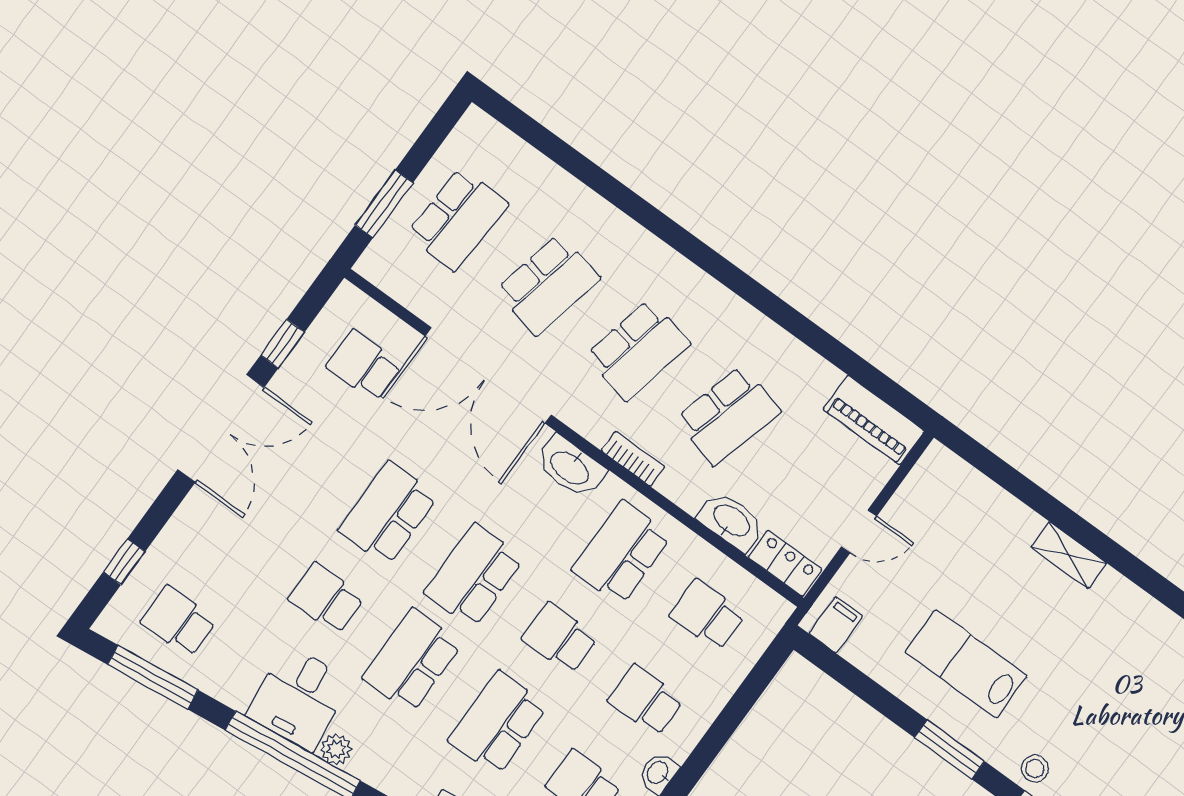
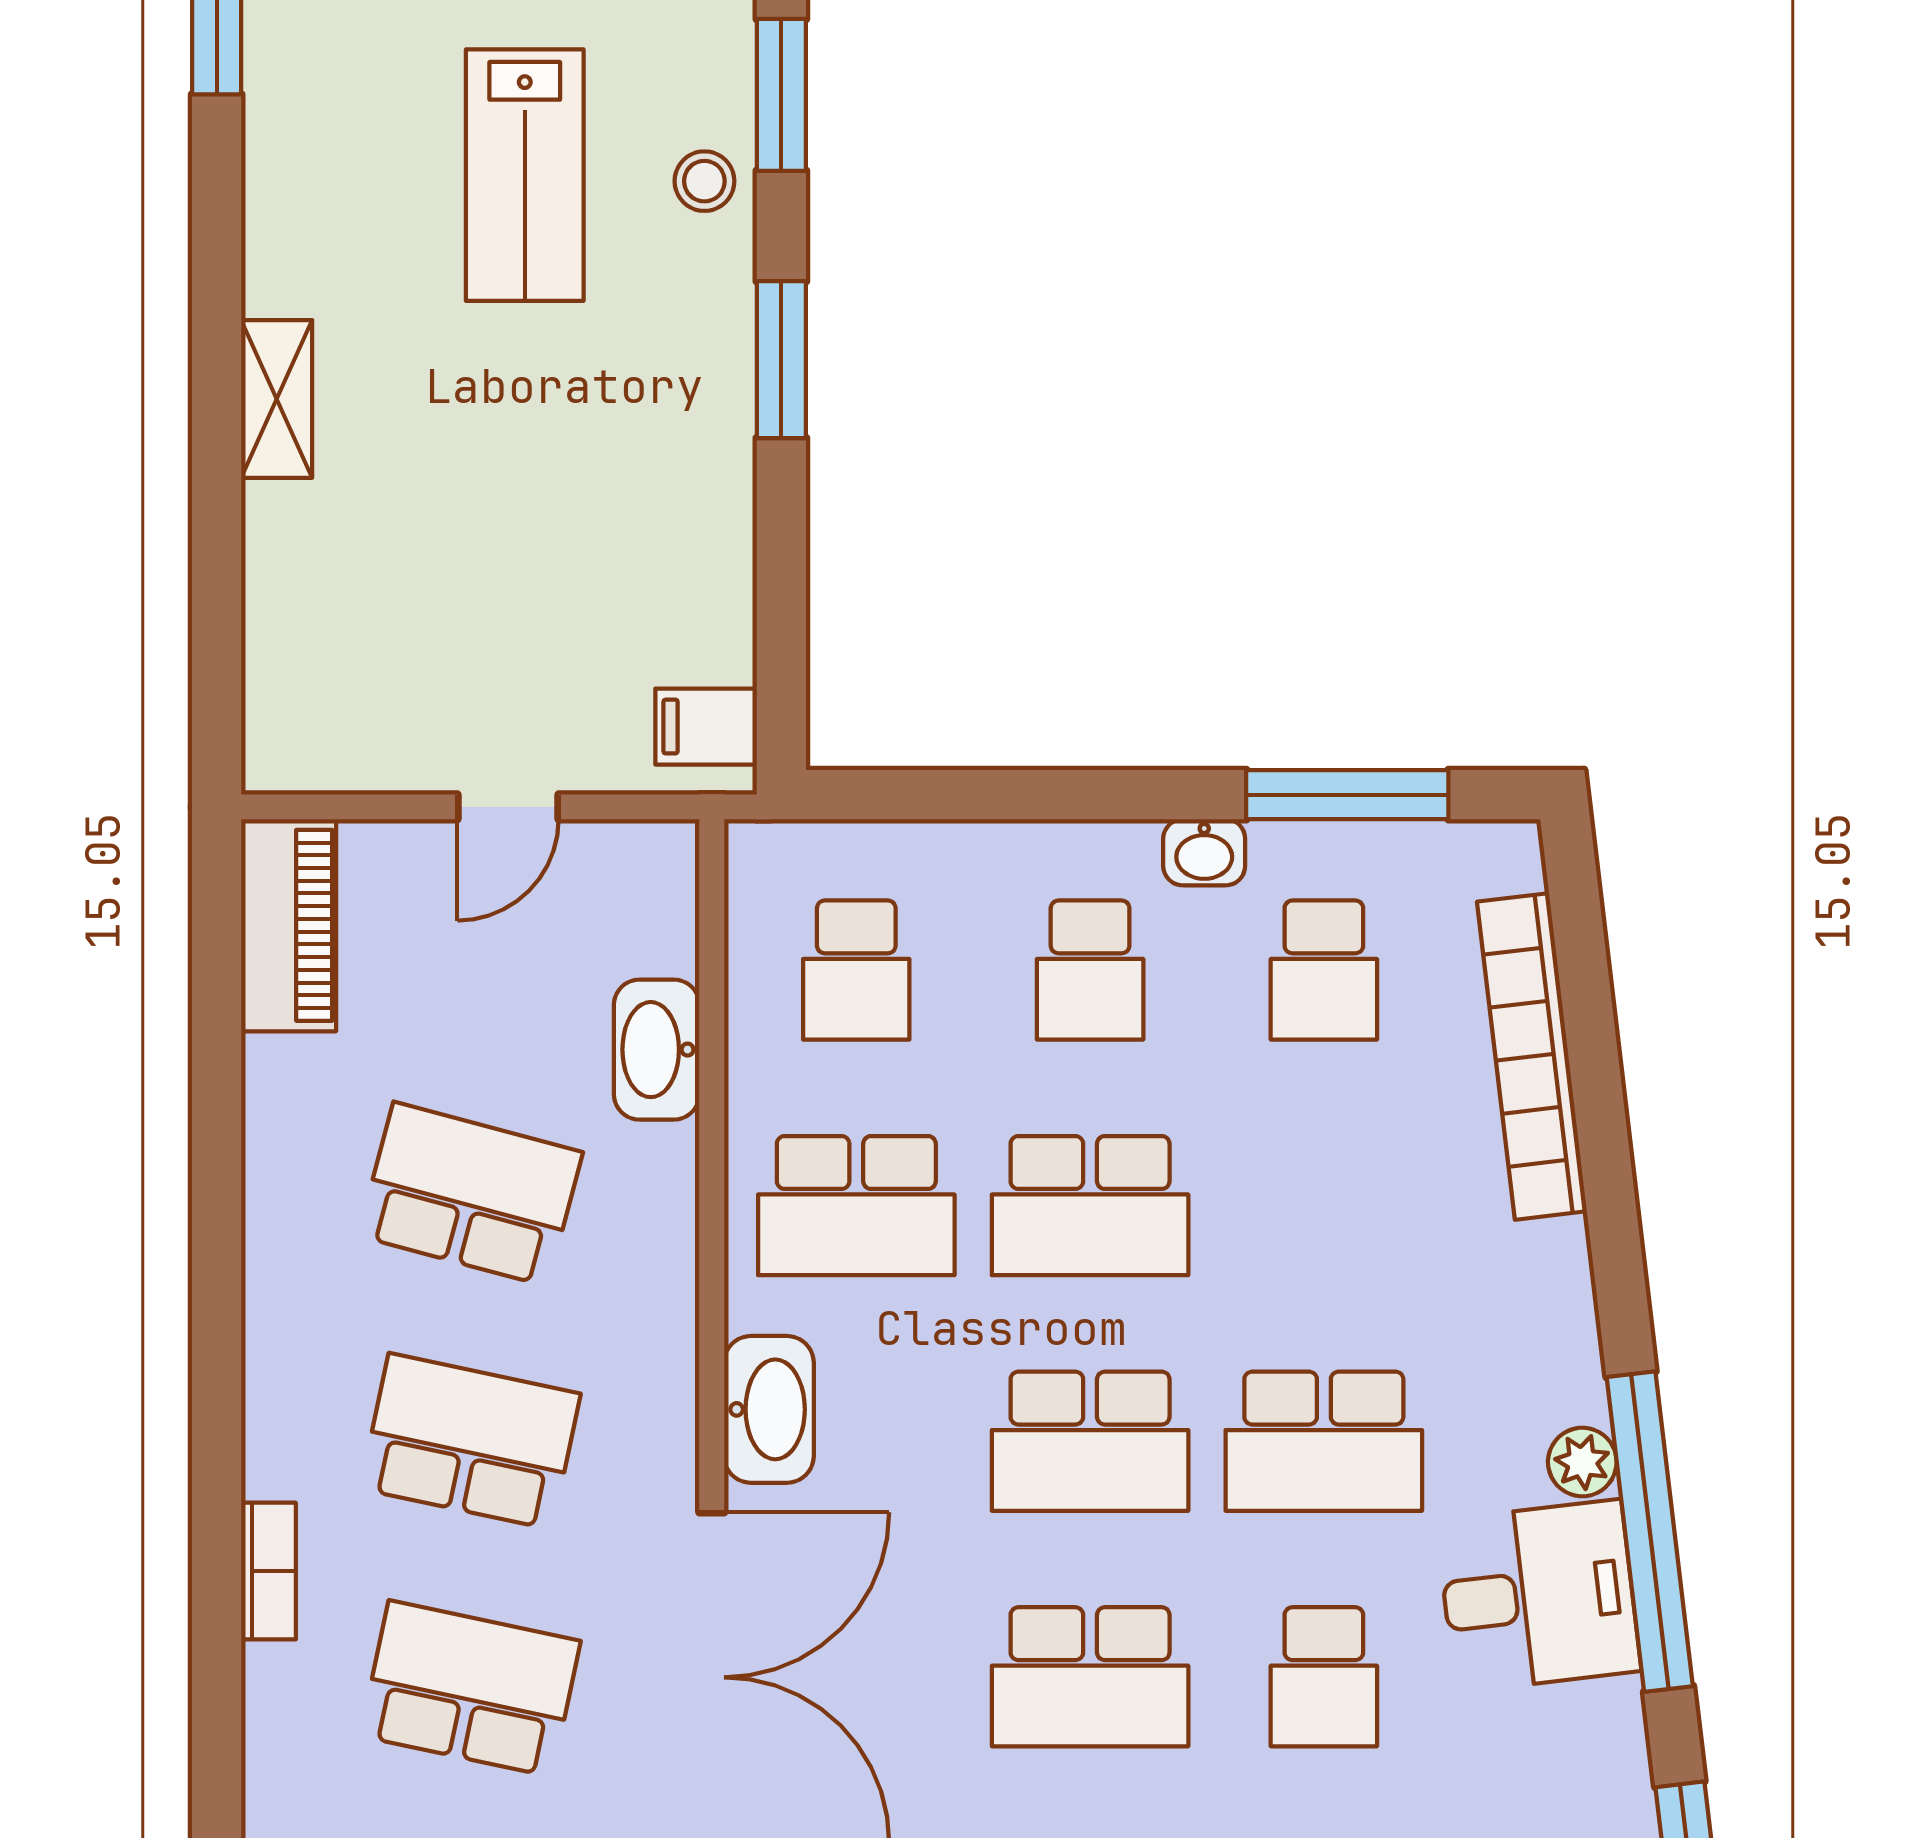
bookcase: (633, 459) -> (269, 1571), moved, turned 180
door: (859, 531) -> (508, 807), swing flipped
locker: (785, 563) -> (662, 898), removed
school desk: (560, 638) -> (1090, 1206), width x1.85
lab bench: (966, 664) -> (525, 175), moved
school desk: (498, 723) -> (1324, 1206), removed

